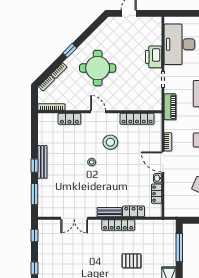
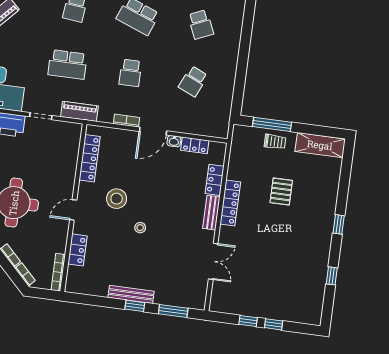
window: (34, 235) -> (248, 321), moved
trolley: (167, 252) -> (275, 142), added

